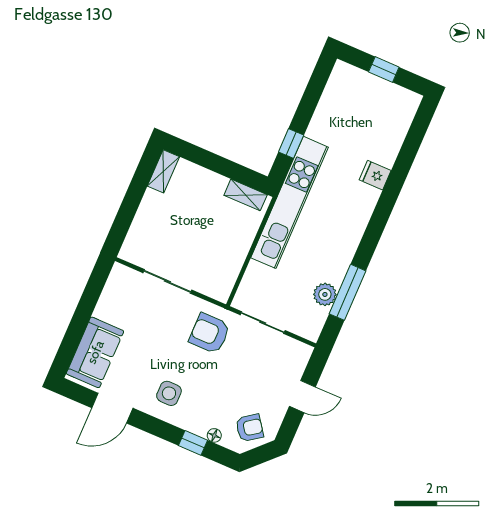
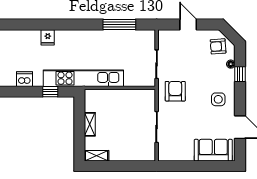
dishwasher: (327, 112) -> (24, 79), added
shelving: (246, 195) -> (90, 124), moved
plant: (325, 294) -> (126, 37), removed
armchair: (210, 333) -> (175, 91), turned 180
armchair: (250, 428) -> (218, 46), turned -58

